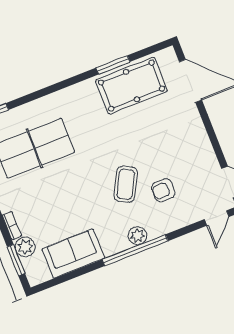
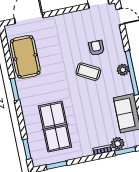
window: (113, 65) -> (15, 89), moved
armchair: (163, 190) -> (96, 48), turned 180

